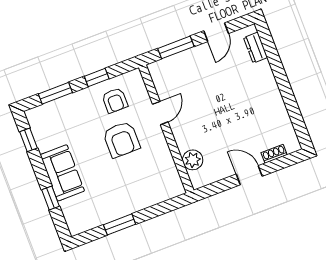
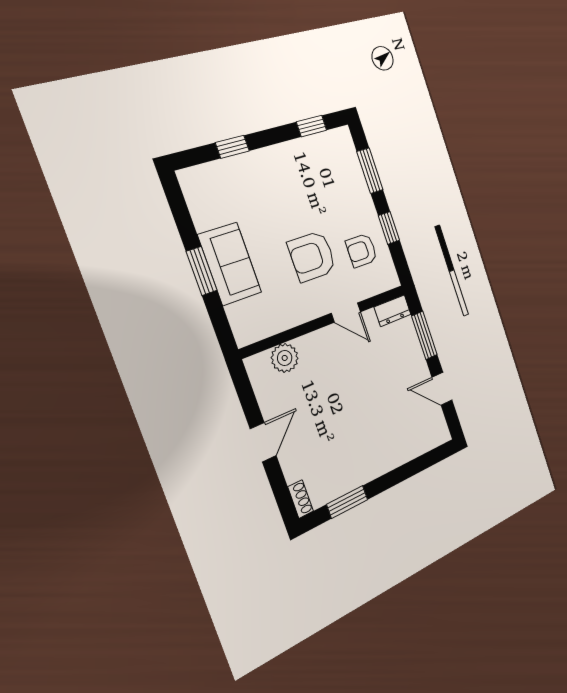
dresser: (255, 48) -> (393, 311), moved, turned 180
window: (294, 112) -> (347, 502), added
shoe rack: (274, 154) -> (301, 499), moved
sofa: (62, 173) -> (230, 264), moved, turned -90
window: (120, 224) -> (202, 271), moved

